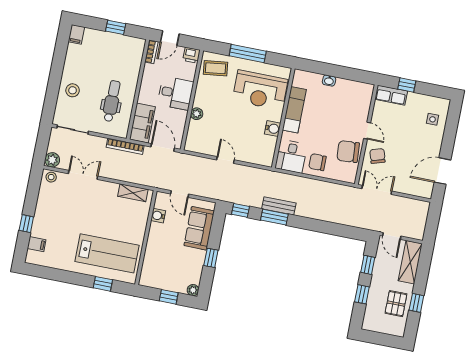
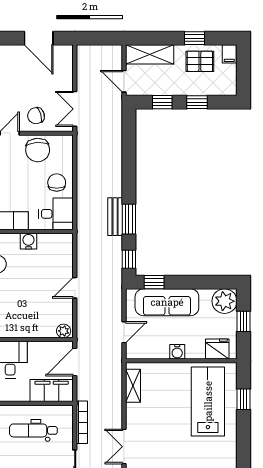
plant: (197, 114) -> (64, 331), moved
bookcase: (125, 146) -> (82, 422), moved
chair: (317, 162) -> (57, 183), turned 180
water cooler: (158, 216) -> (177, 352), moved
sofa: (199, 228) -> (167, 302), width x1.36
door: (392, 236) -> (124, 81), swing flipped
window: (211, 258) -> (154, 282), moved
fridge: (150, 270) -> (217, 349), added
plant: (193, 290) -> (225, 301), width x1.88, depth x1.88
filing cabinet: (397, 330) -> (229, 54), added

